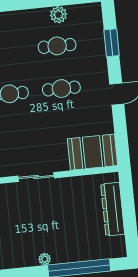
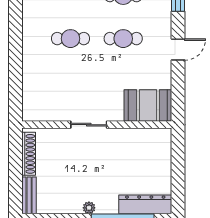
dresser: (113, 209) -> (145, 204), moved, turned 90

